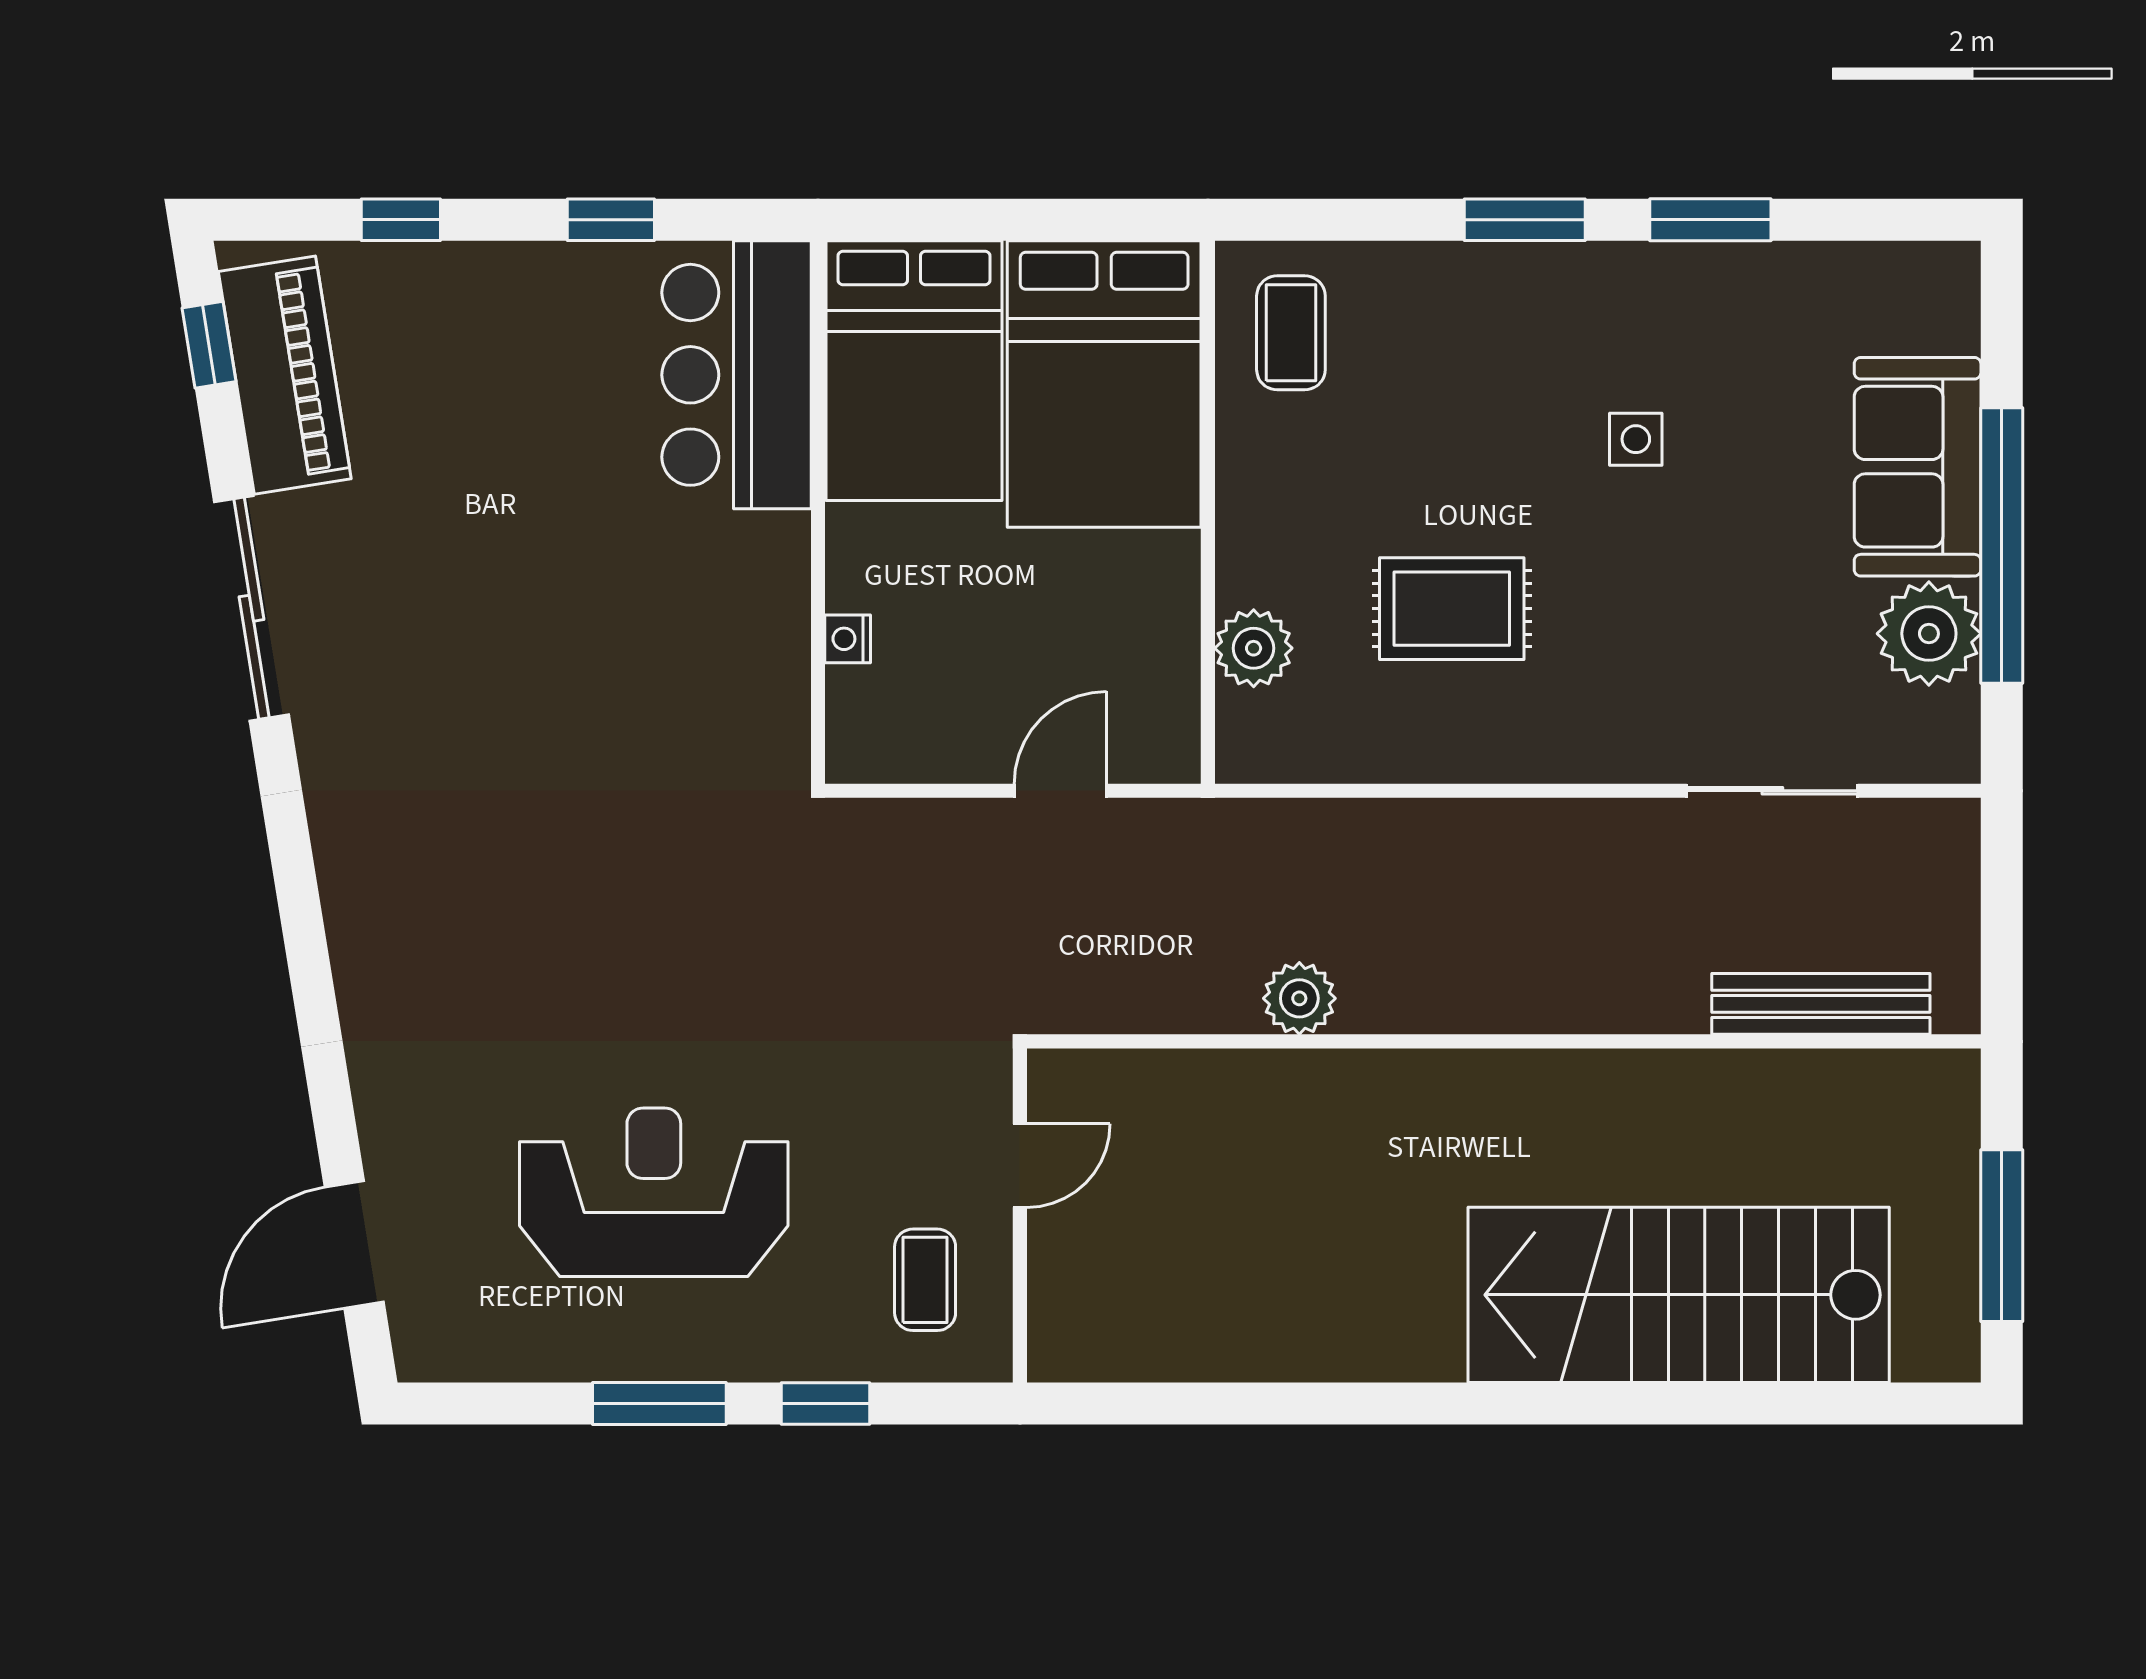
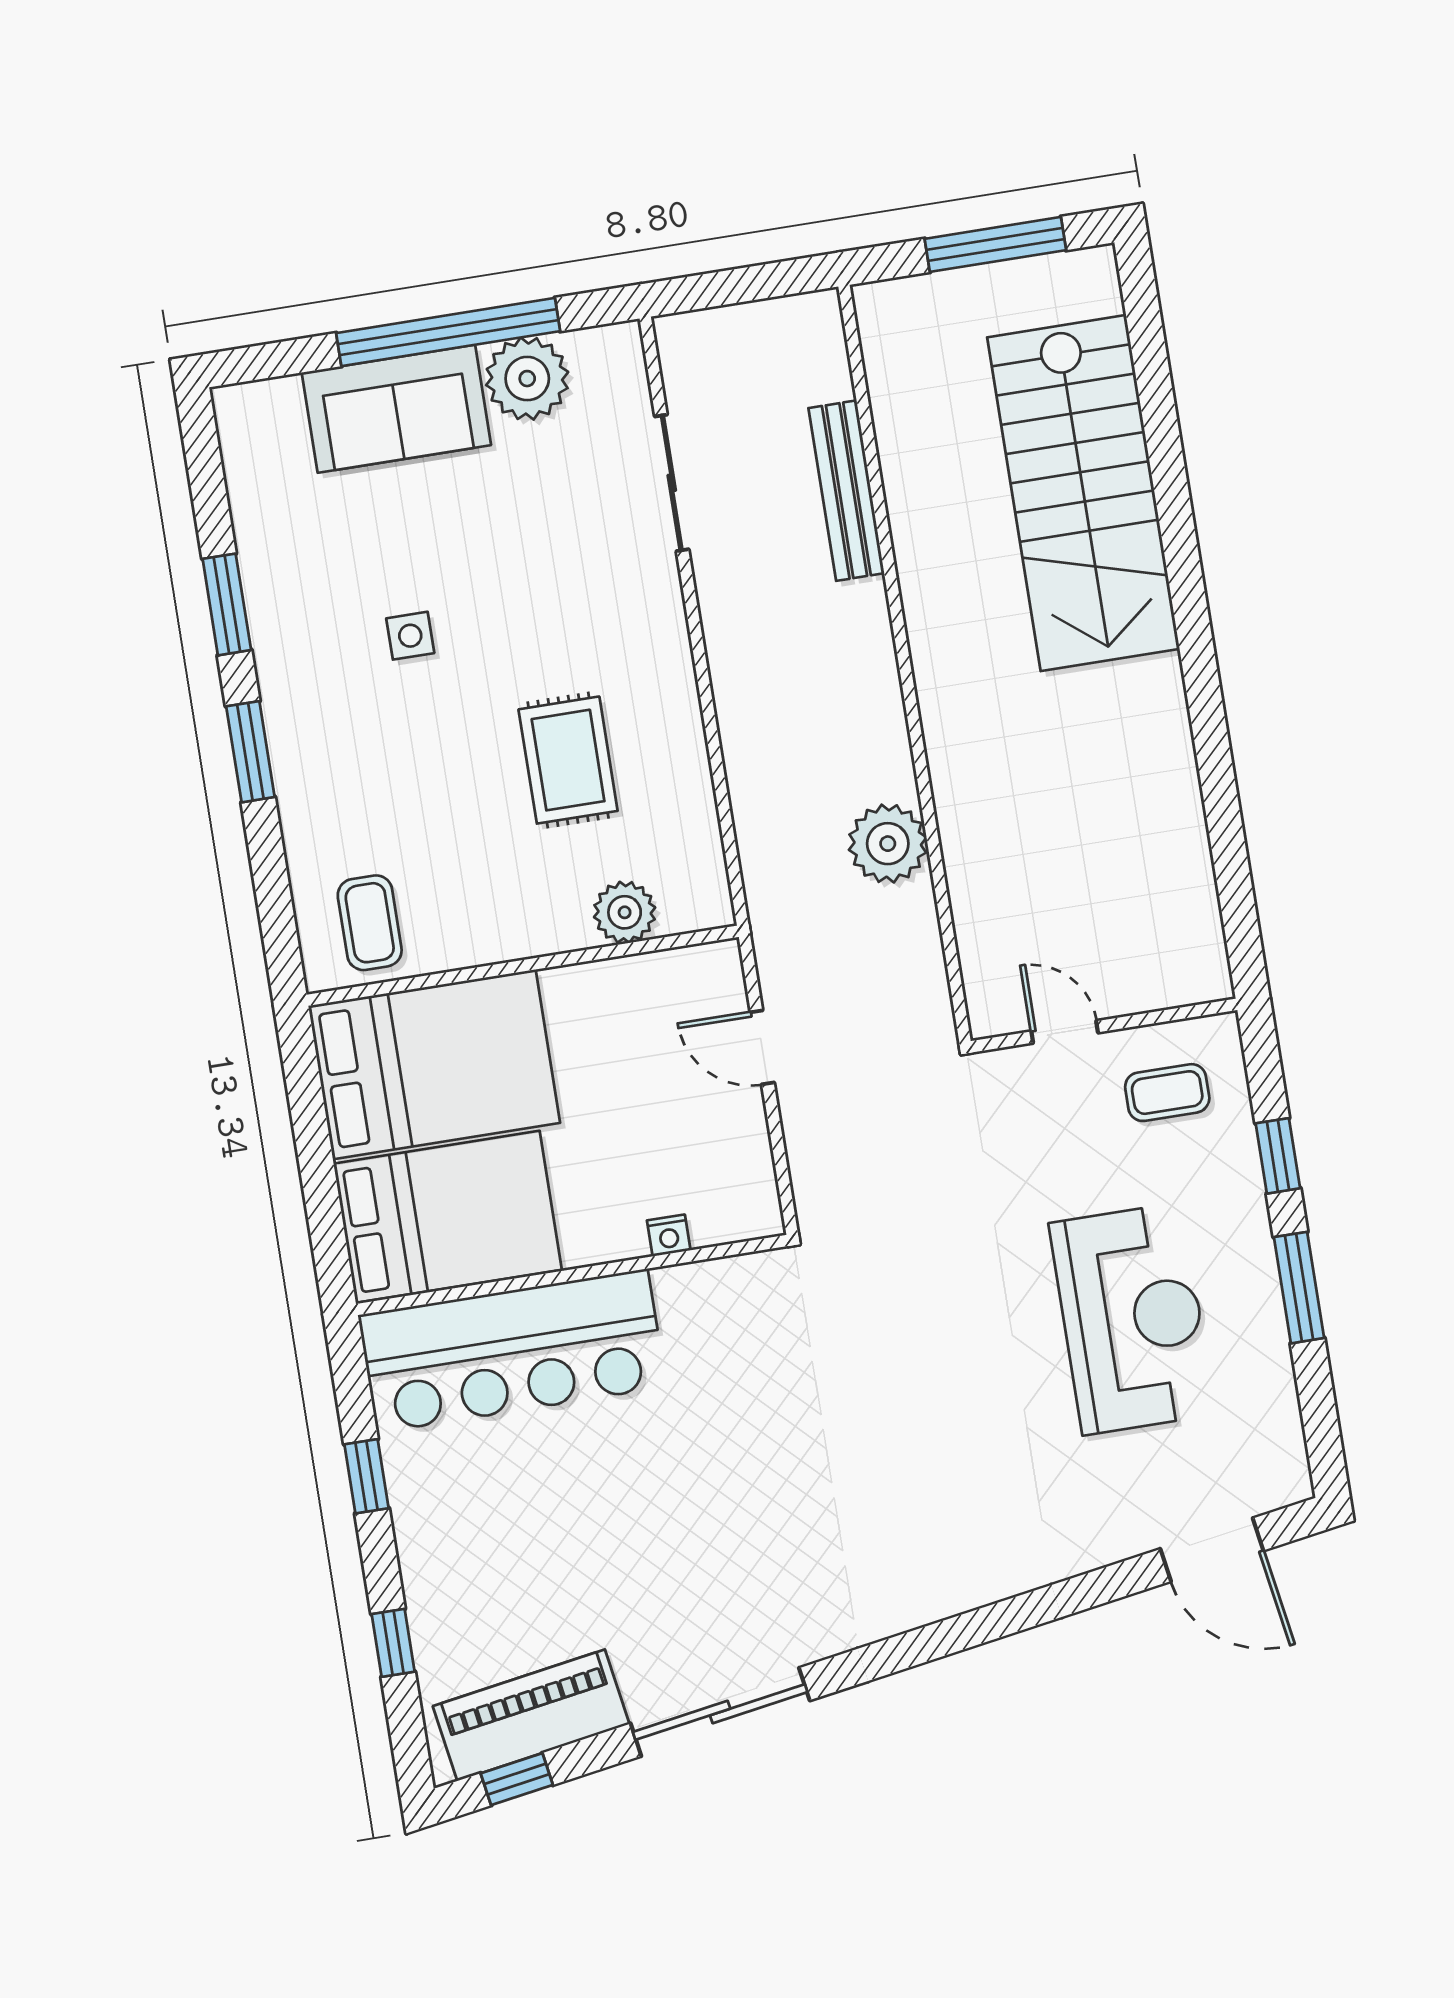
coffee table: (1291, 333) -> (370, 923), turned 90
bar counter: (736, 375) -> (512, 1351), width x1.36
plant: (1299, 998) -> (888, 844), width x1.36, depth x1.36
bench: (1821, 1004) -> (846, 491), moved
reception desk: (654, 1192) -> (1132, 1319), turned 180

